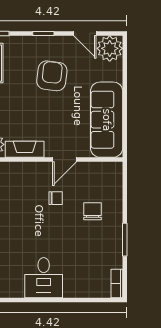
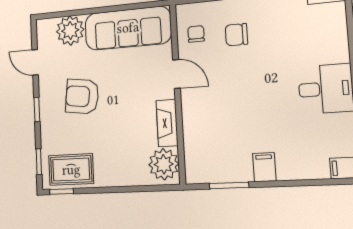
door: (85, 33) -> (35, 62), swing flipped
plant: (110, 48) -> (70, 31), moved
chair: (56, 198) -> (196, 34), moved

